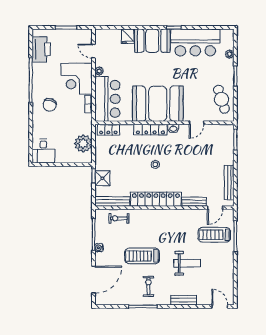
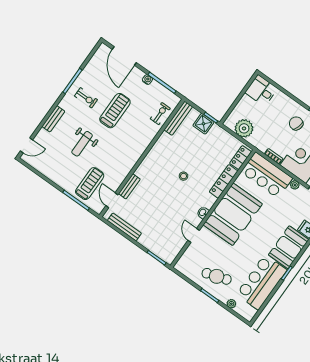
cafe table: (221, 99) -> (217, 276), moved
locker: (150, 130) -> (224, 181), moved
locker: (156, 199) -> (154, 156), removed

